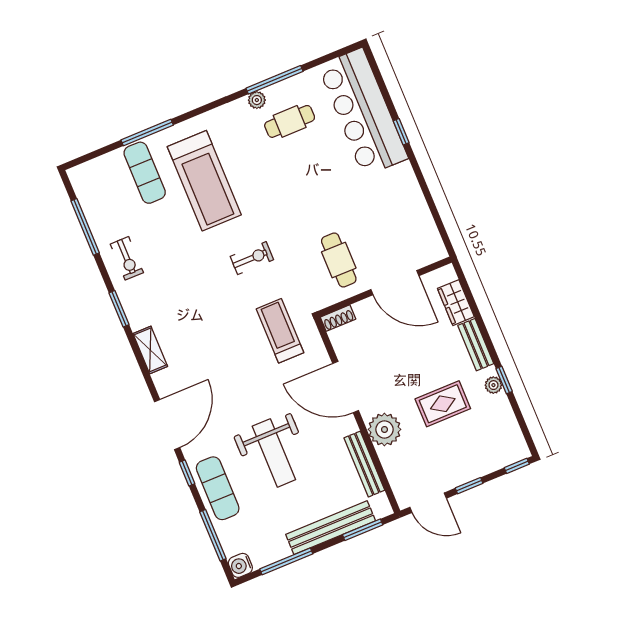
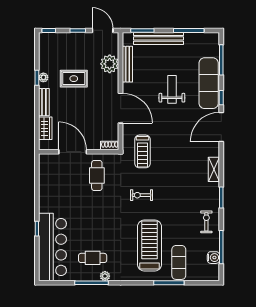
plant: (384, 429) -> (110, 64), moved
weight bench: (274, 453) -> (172, 89), width x0.73, depth x0.75
exercise mat: (218, 488) -> (209, 83), width x1.36, depth x1.45
water cooler: (240, 565) -> (213, 258), moved

